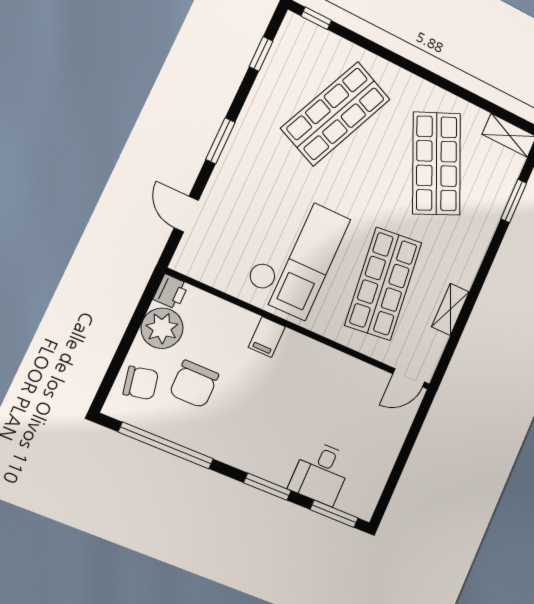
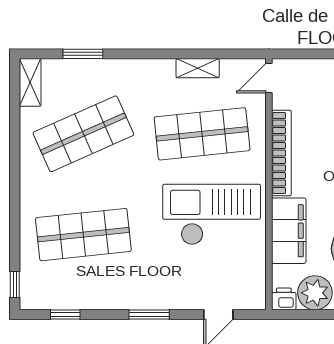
shop shelf: (336, 114) -> (83, 235), turned -30
filing cabinet: (267, 337) -> (289, 231), width x3.00, depth x1.17
bookcase: (327, 357) -> (281, 153), added
door: (409, 378) -> (269, 78), swing flipped

